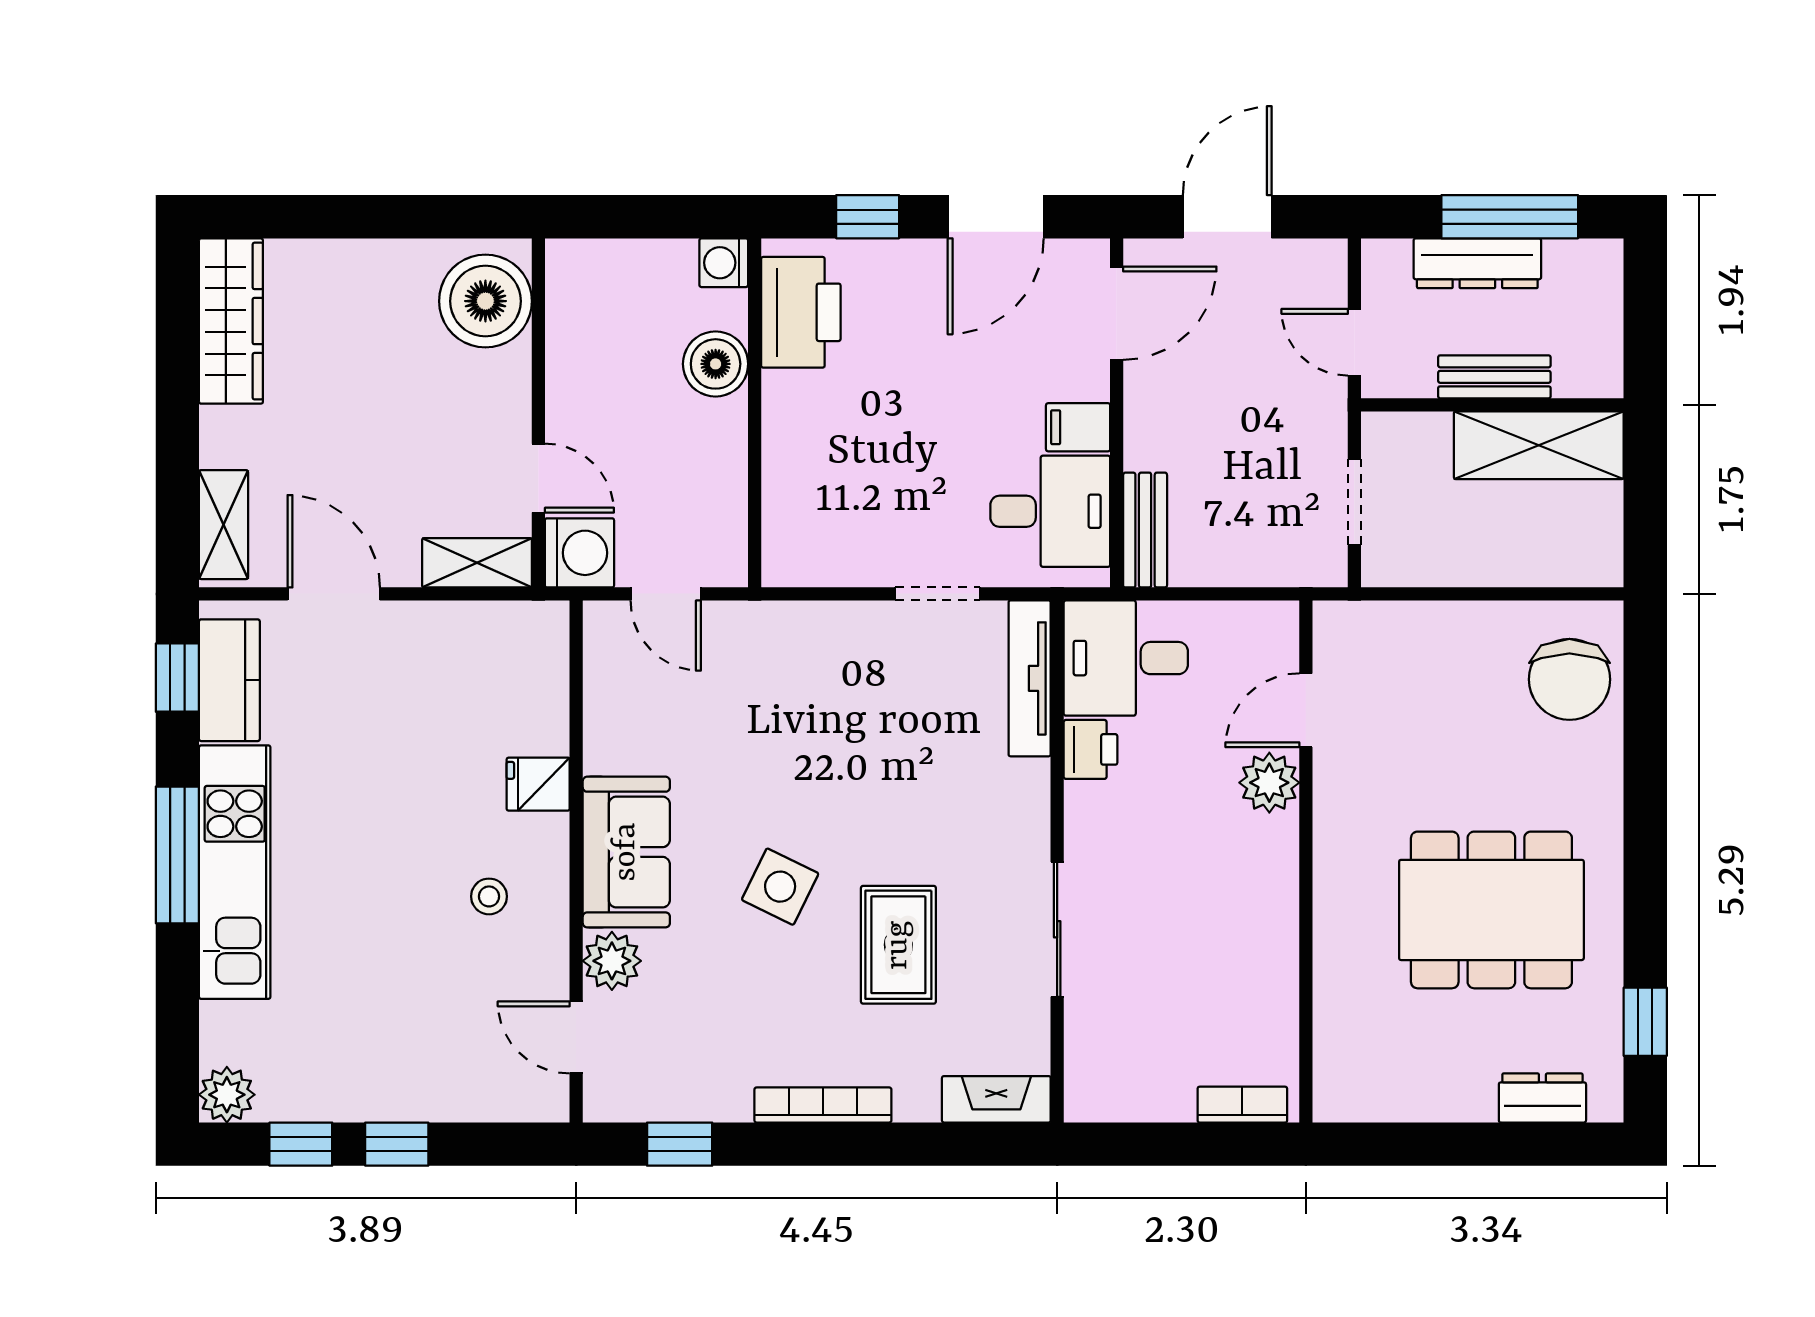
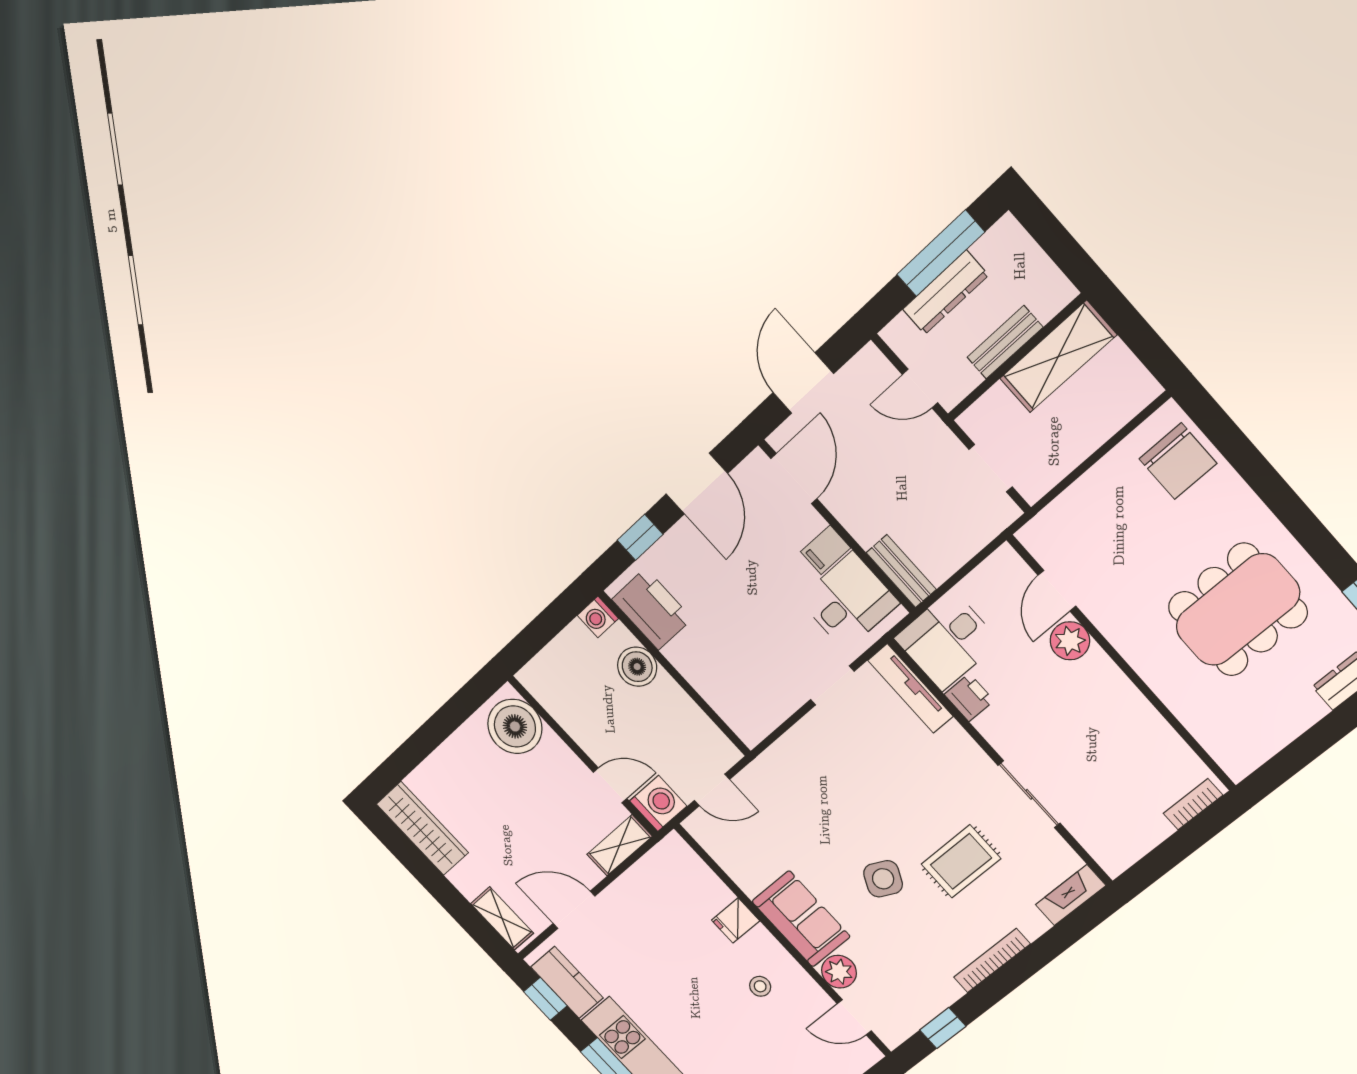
rug: (898, 945) -> (961, 861), turned 90

